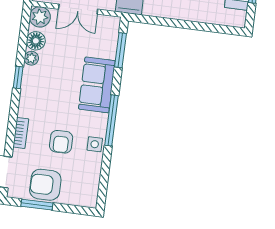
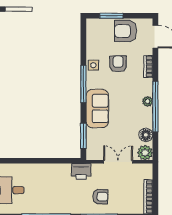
plant: (31, 58) -> (147, 101), moved
window: (18, 77) -> (155, 107), width x3.17
armchair: (45, 185) -> (126, 31), turned 180
window: (37, 205) -> (111, 16), moved

